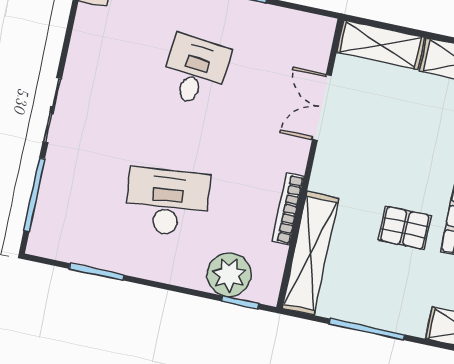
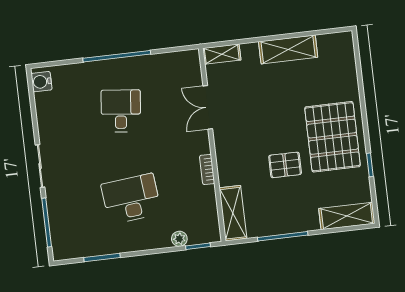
shelving: (381, 45) -> (222, 54), width x0.67, depth x0.75
bookcase: (288, 209) -> (207, 169), width x0.64
shelving: (310, 253) -> (233, 213), width x0.68
plant: (229, 275) -> (179, 239), width x0.53, depth x0.53

